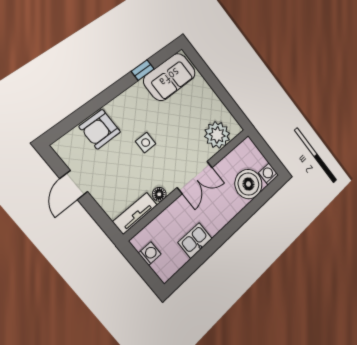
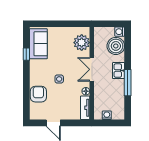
armchair: (100, 129) -> (38, 94), turned 180
double door: (195, 177) -> (92, 69), swing flipped
kitchen sink: (195, 241) -> (119, 71), moved
window: (217, 242) -> (128, 83), added

